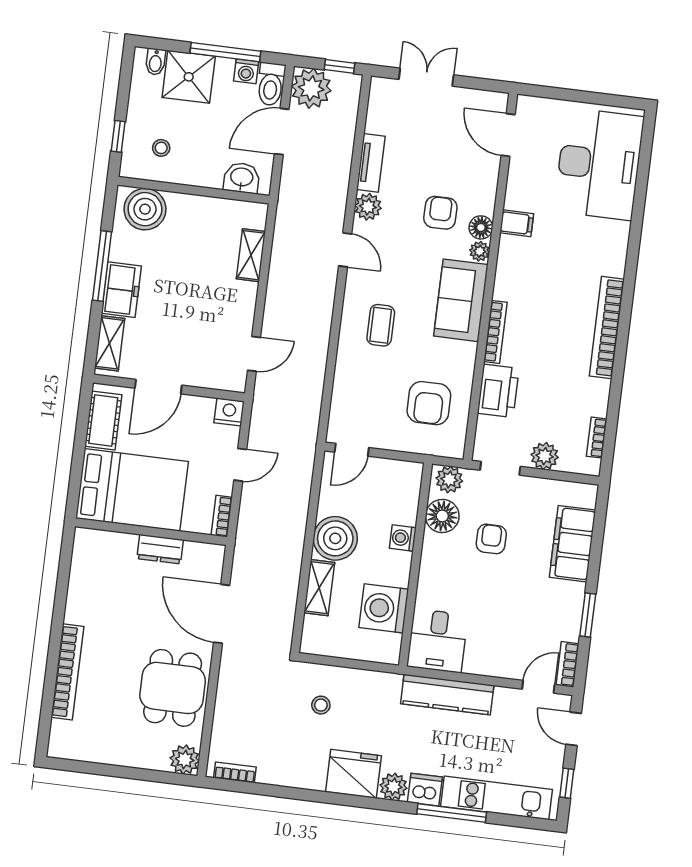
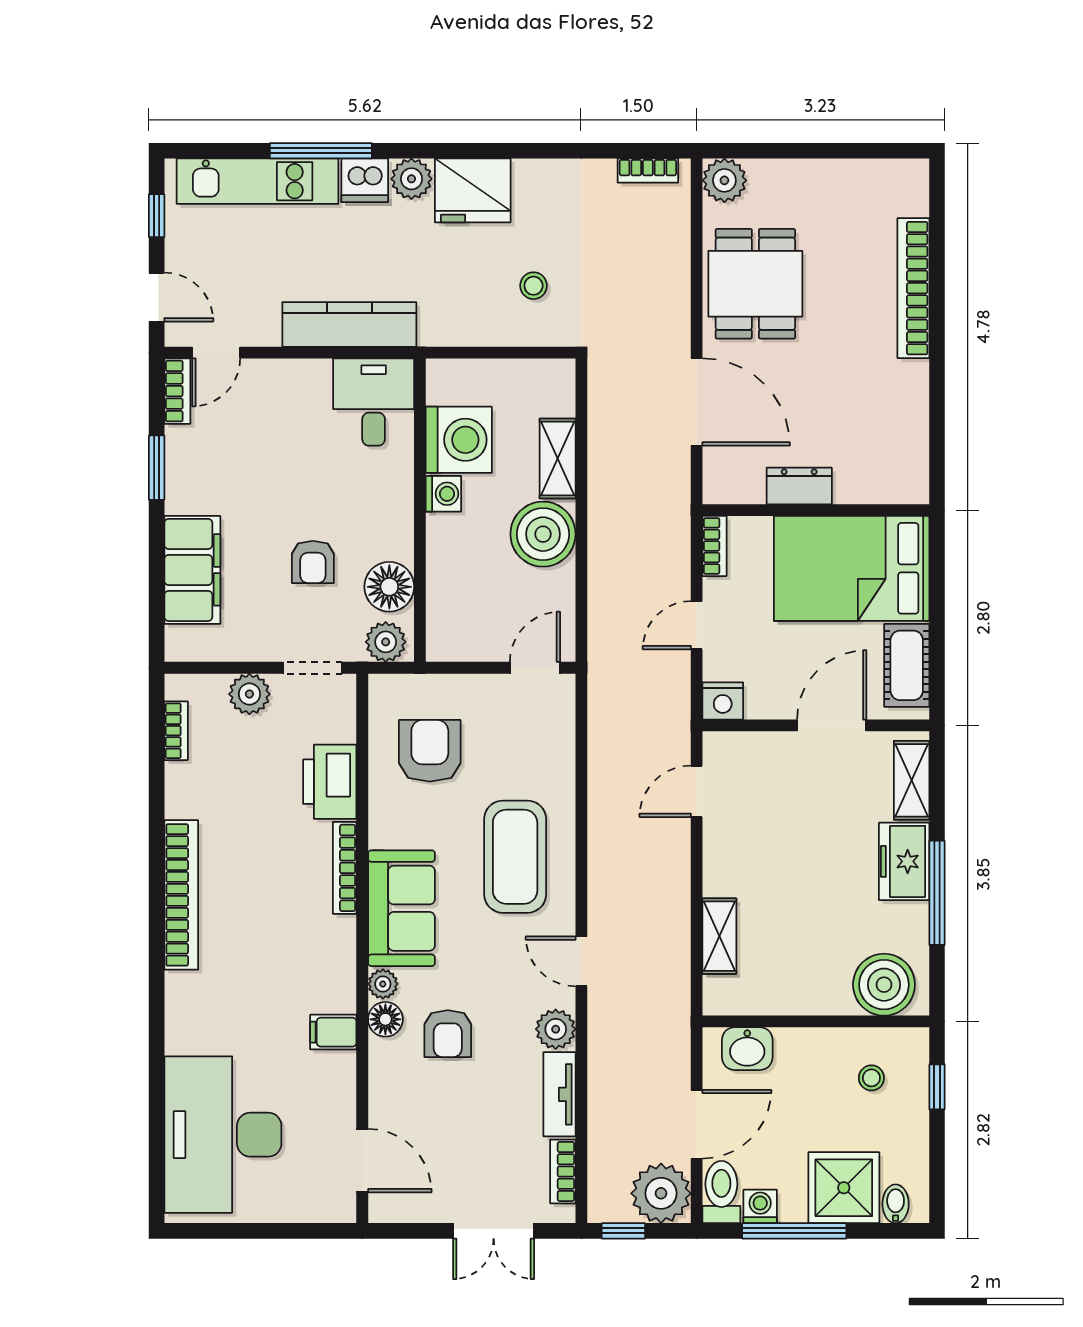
bookcase: (375, 111) -> (563, 1171), added
coffee table: (381, 325) -> (515, 857), width x1.86, depth x1.72
washing machine: (403, 538) -> (443, 494), moved

